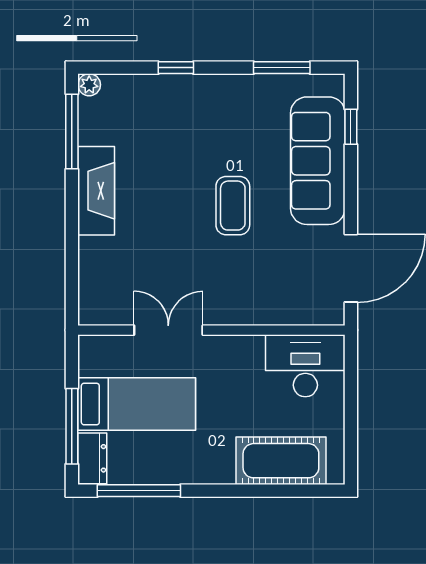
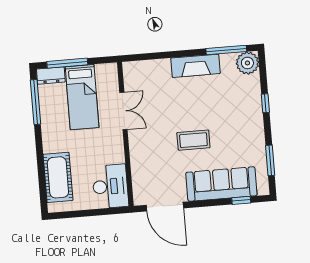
plant: (89, 85) -> (247, 63), width x1.87, depth x1.87

